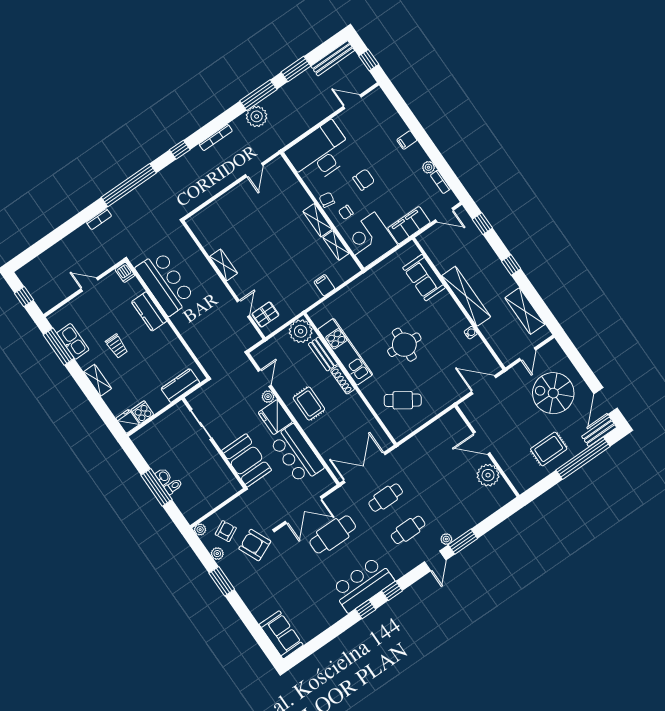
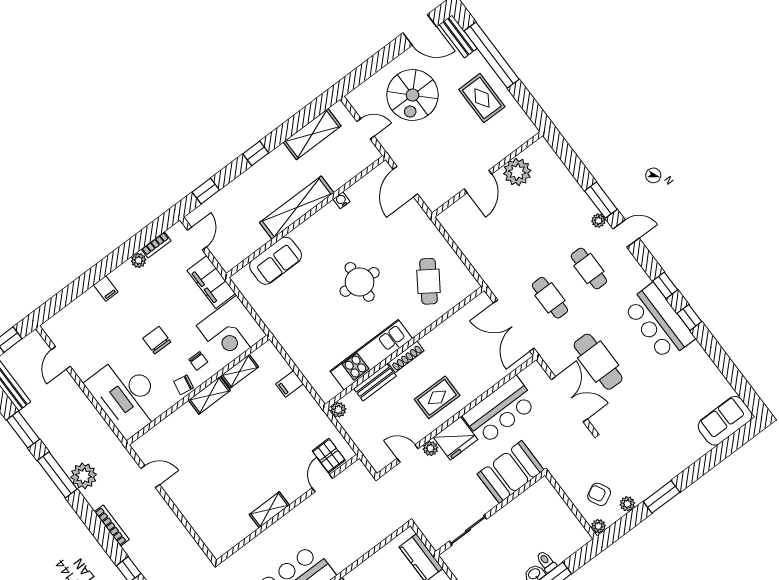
door: (243, 308) -> (322, 483), hinge flipped
plant: (301, 331) -> (338, 410), width x0.53, depth x0.53
armchair: (255, 545) -> (615, 458), removed

